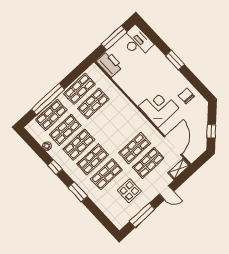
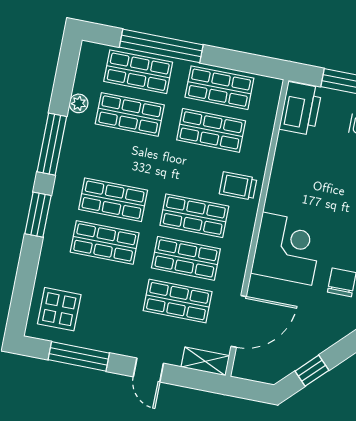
trolley: (122, 109) -> (238, 186), added
shop shelf: (79, 145) -> (194, 216), moved
window: (55, 167) -> (52, 144), width x2.17
display table: (129, 191) -> (59, 309), moved

